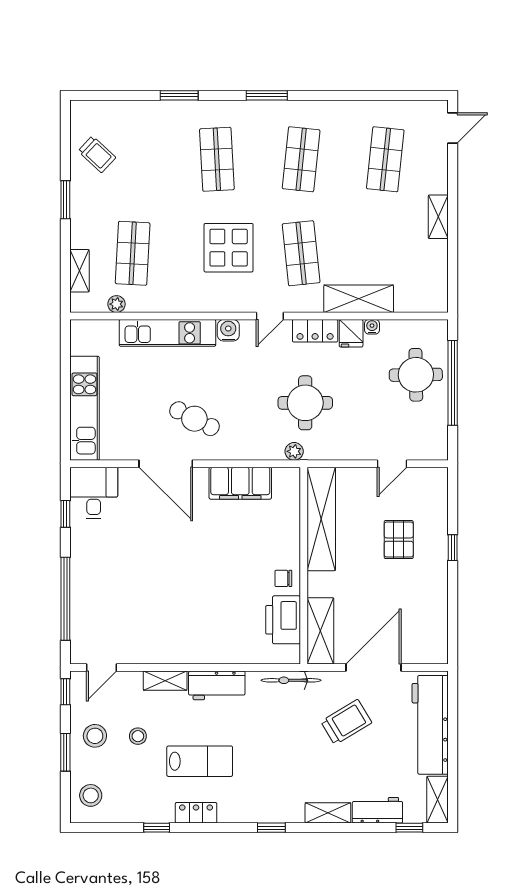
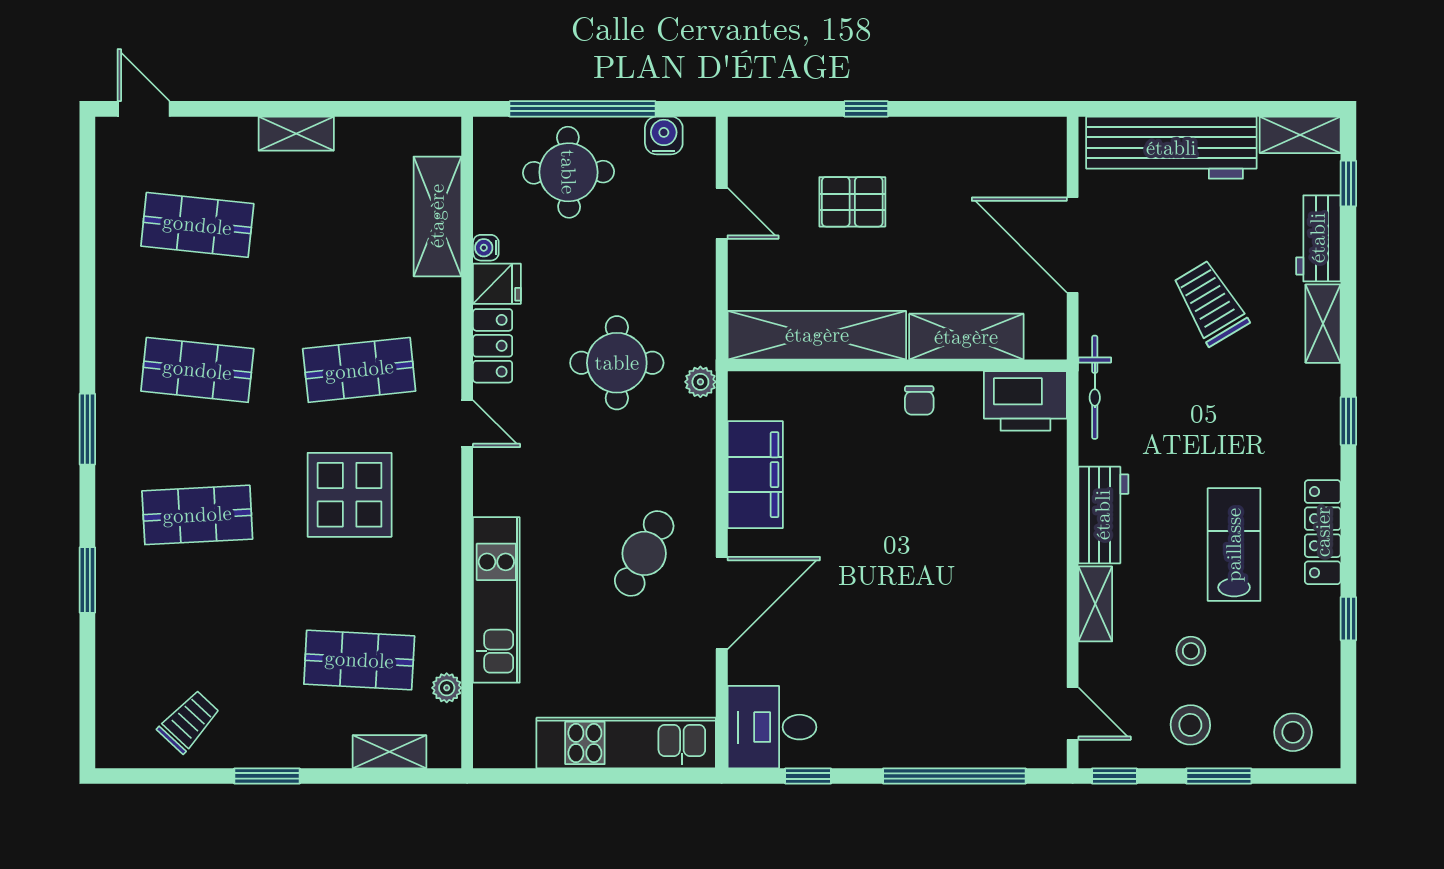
shelving: (359, 299) -> (437, 216), moved
water cooler: (228, 330) -> (664, 135), moved, turned 90
printer: (283, 620) -> (1025, 401), moved
shelving: (320, 631) -> (966, 337), moved
trolley: (346, 722) -> (1210, 303), moved
locker: (196, 813) -> (1323, 532), width x1.53

